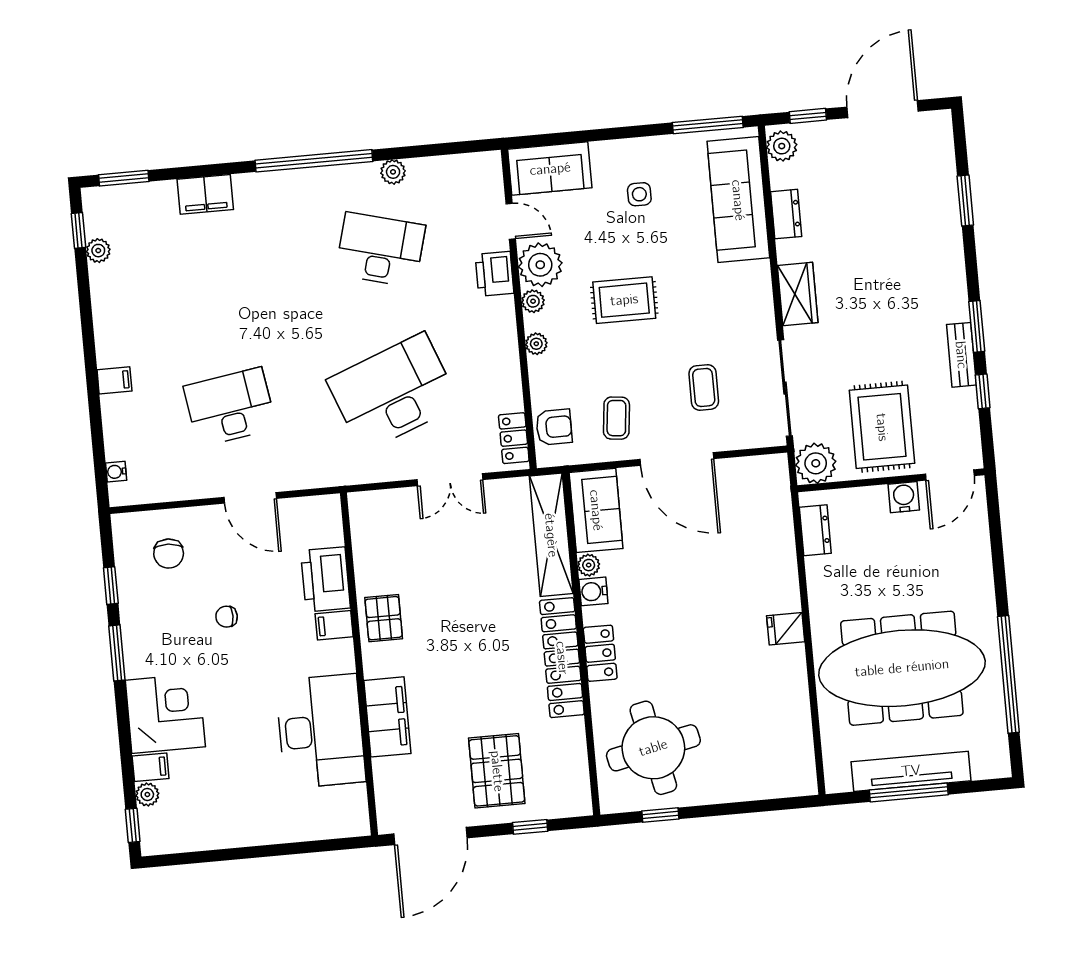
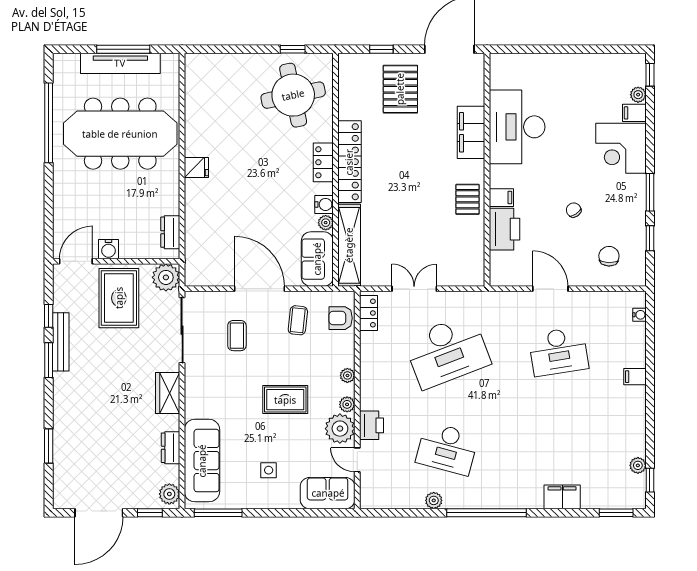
bench: (961, 355) -> (61, 342), width x1.36
chair: (227, 617) -> (574, 210), turned -124

